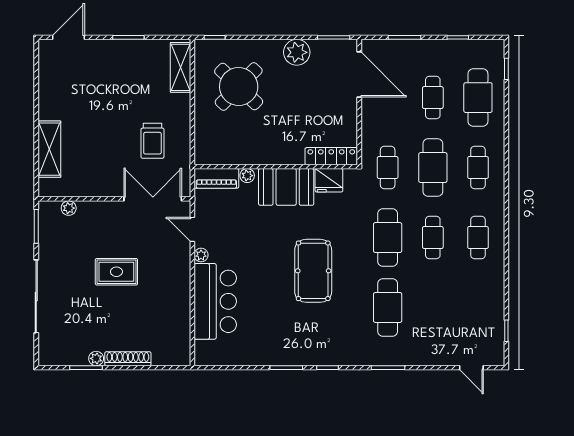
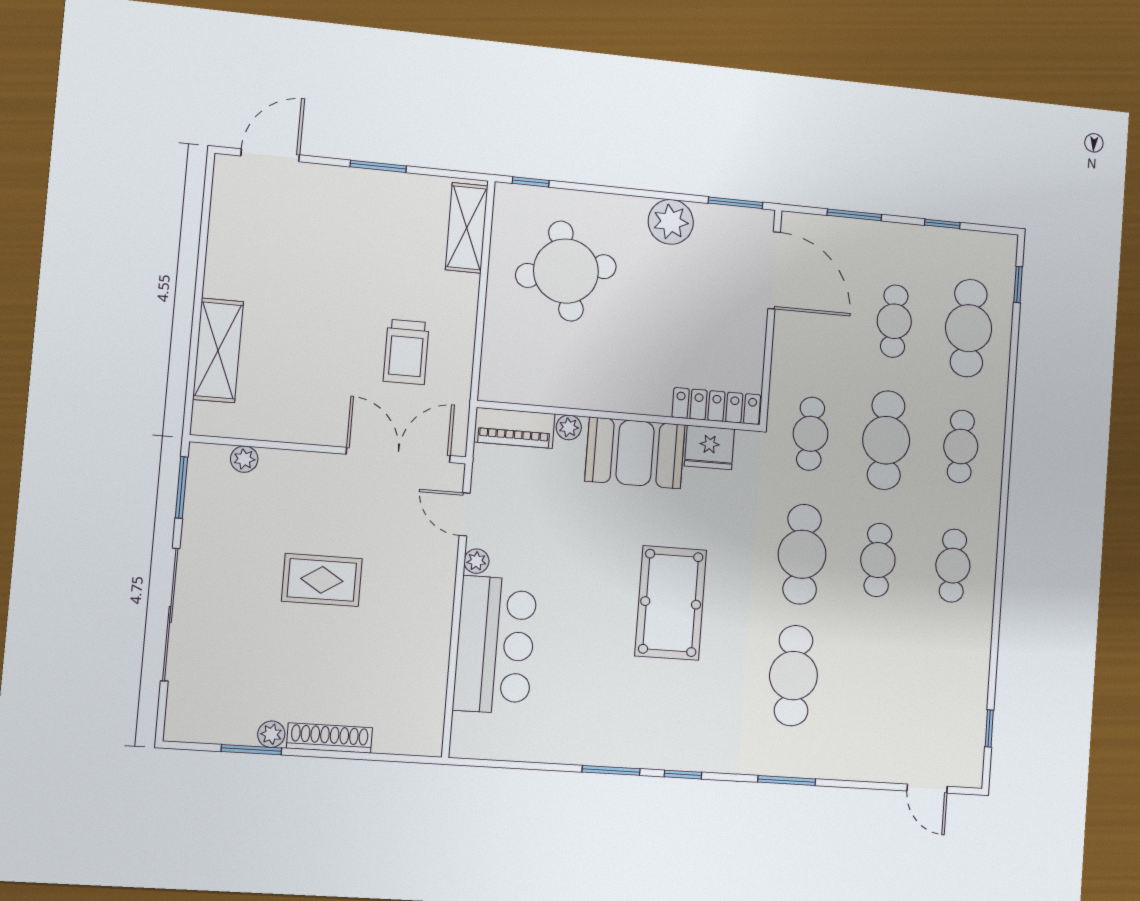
round table: (239, 86) -> (566, 271), turned 34

